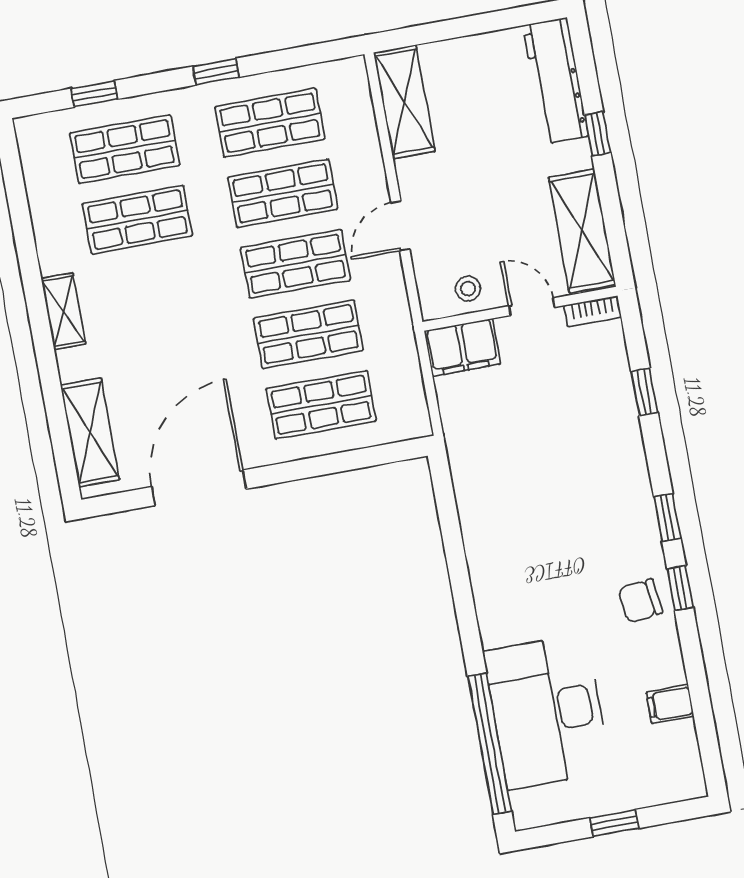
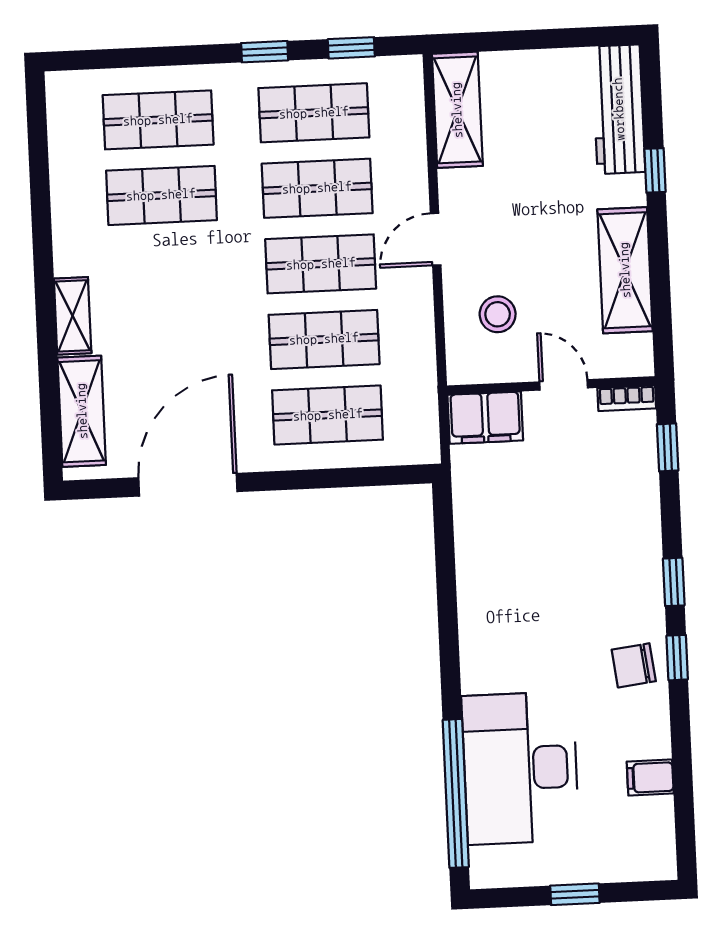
window: (94, 94) -> (351, 48), moved
stool: (468, 289) -> (498, 314), width x1.37, depth x1.37
door: (532, 307) -> (564, 385), moved
wall: (520, 309) -> (551, 385), moved
shelving: (63, 311) -> (73, 316), moved
bookcase: (593, 311) -> (627, 398), moved
filing cabinet: (462, 347) -> (485, 418), moved

